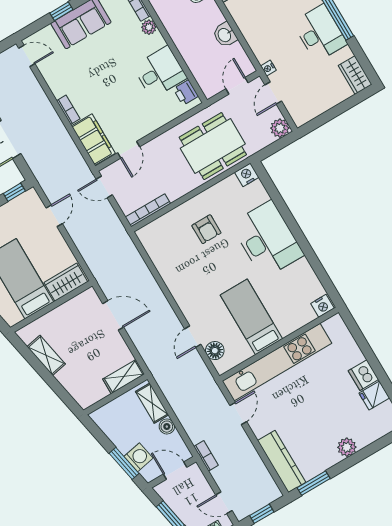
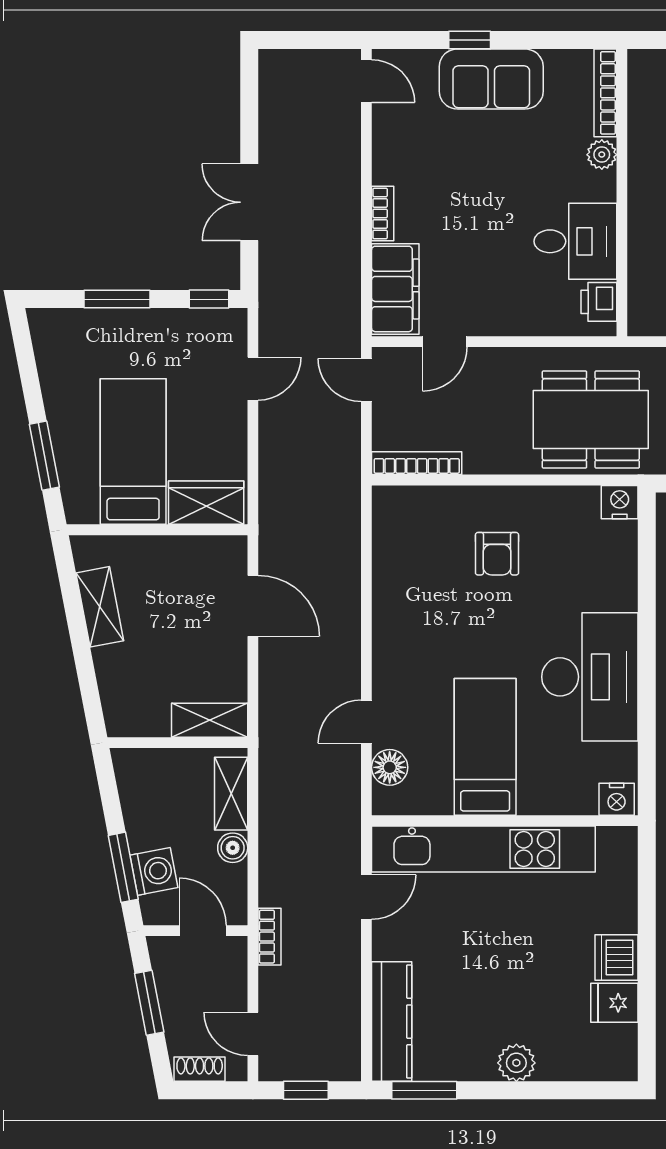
desk: (267, 239) -> (590, 677), moved

